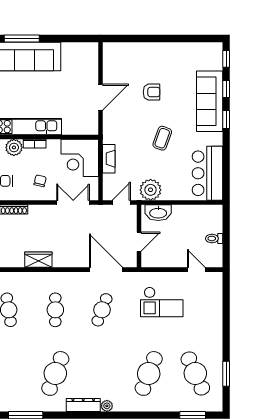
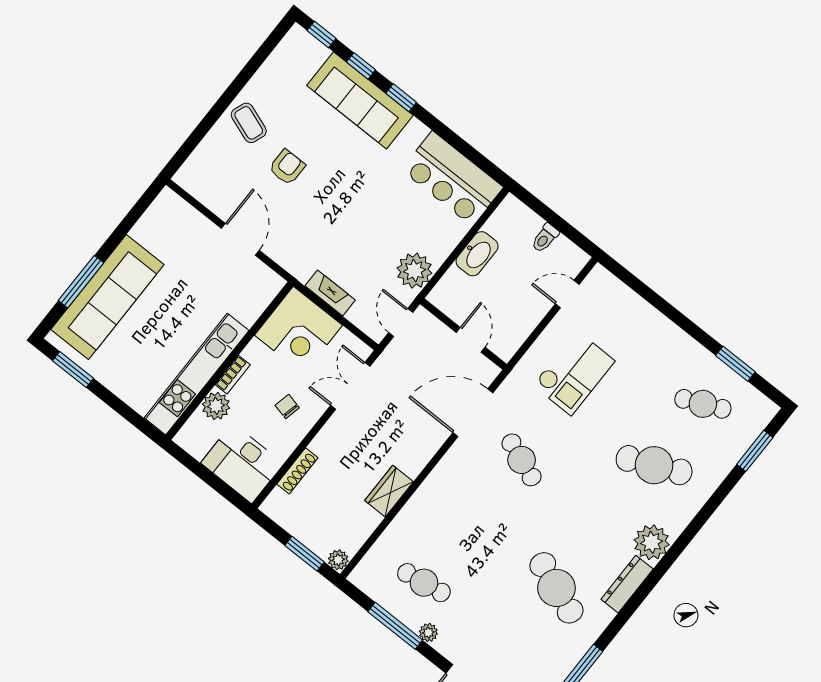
coffee table: (162, 138) -> (249, 123), moved
washbasin: (158, 213) -> (477, 254), moved
cafe table: (55, 310) -> (473, 521), removed
cafe table: (149, 373) -> (654, 465), turned -45
cafe table: (195, 373) -> (703, 404), width x0.73, depth x0.74
plant: (107, 406) -> (652, 542), width x1.88, depth x1.88

